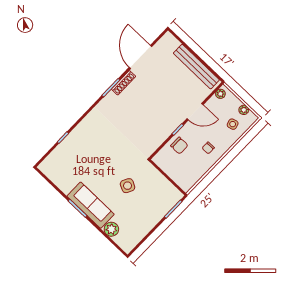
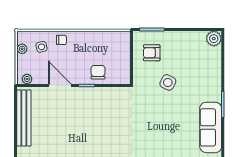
chair: (208, 148) -> (61, 40), moved
armchair: (158, 194) -> (152, 53), added
sofa: (91, 205) -> (211, 127), moved
plant: (111, 229) -> (214, 39), moved

